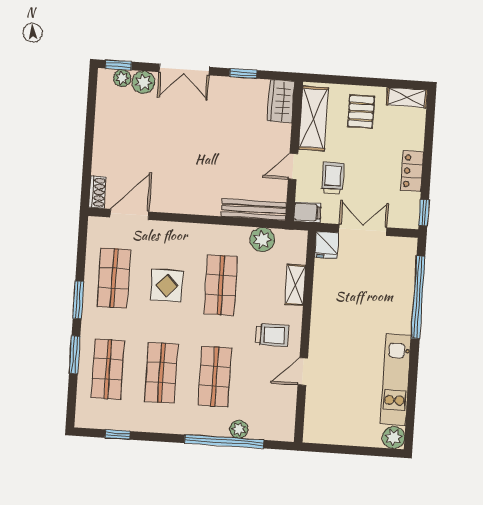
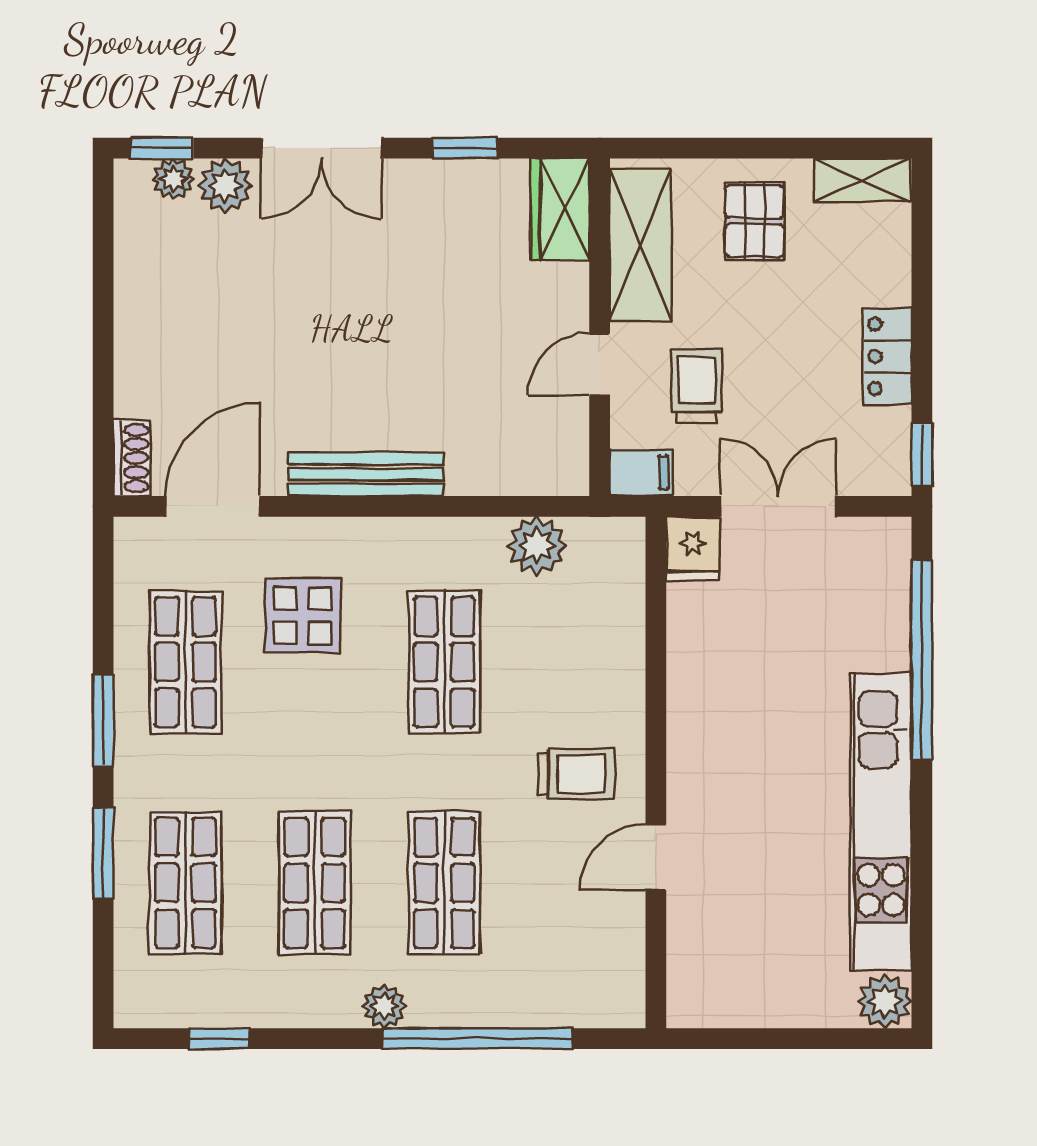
bench: (254, 209) -> (366, 474), moved
shelving: (295, 285) -> (624, 650), removed
display table: (167, 286) -> (303, 616), moved
kitchen unit: (396, 379) -> (881, 822), width x1.36
plant: (239, 429) -> (384, 1006), moved

